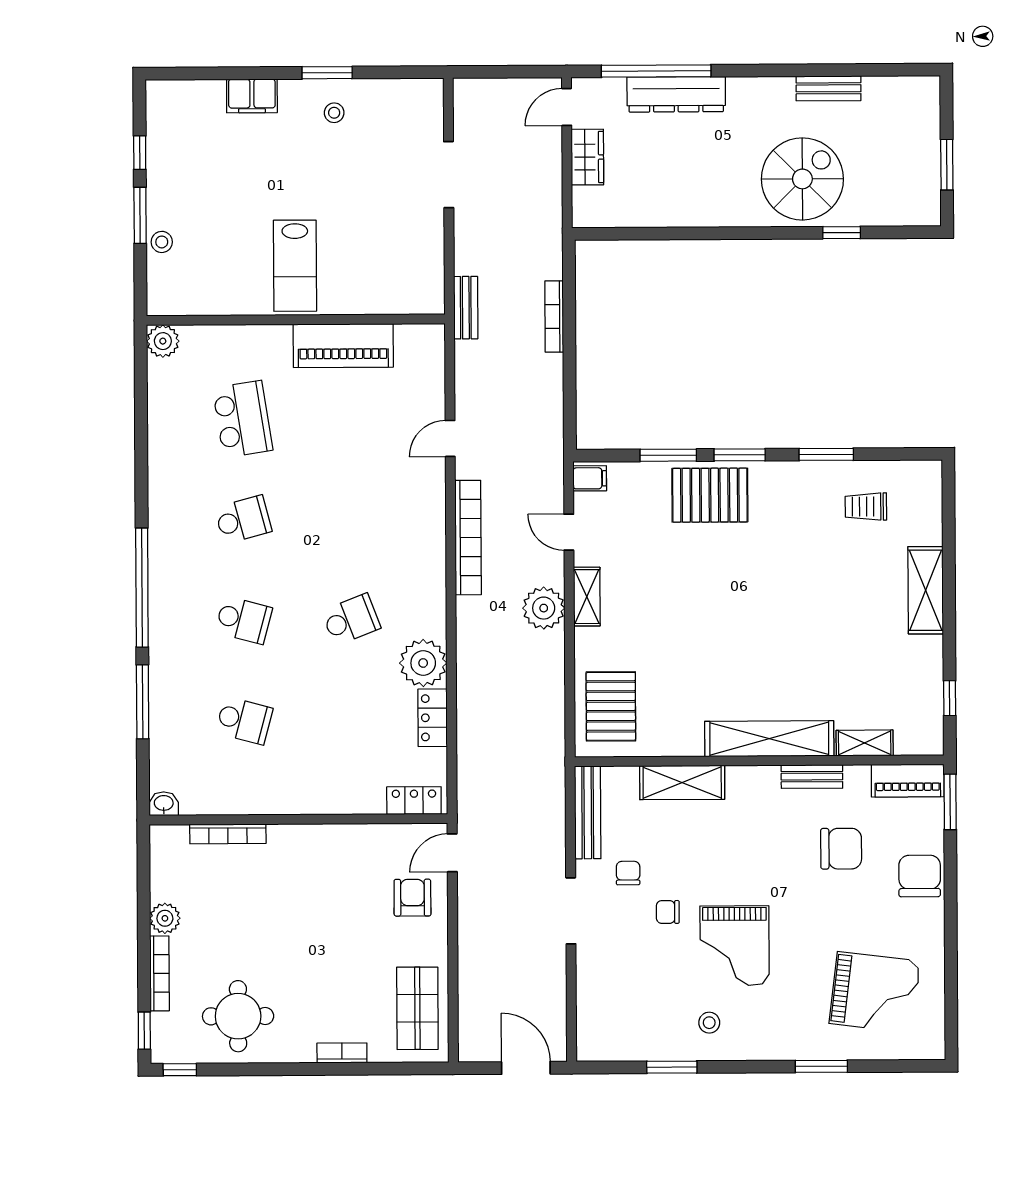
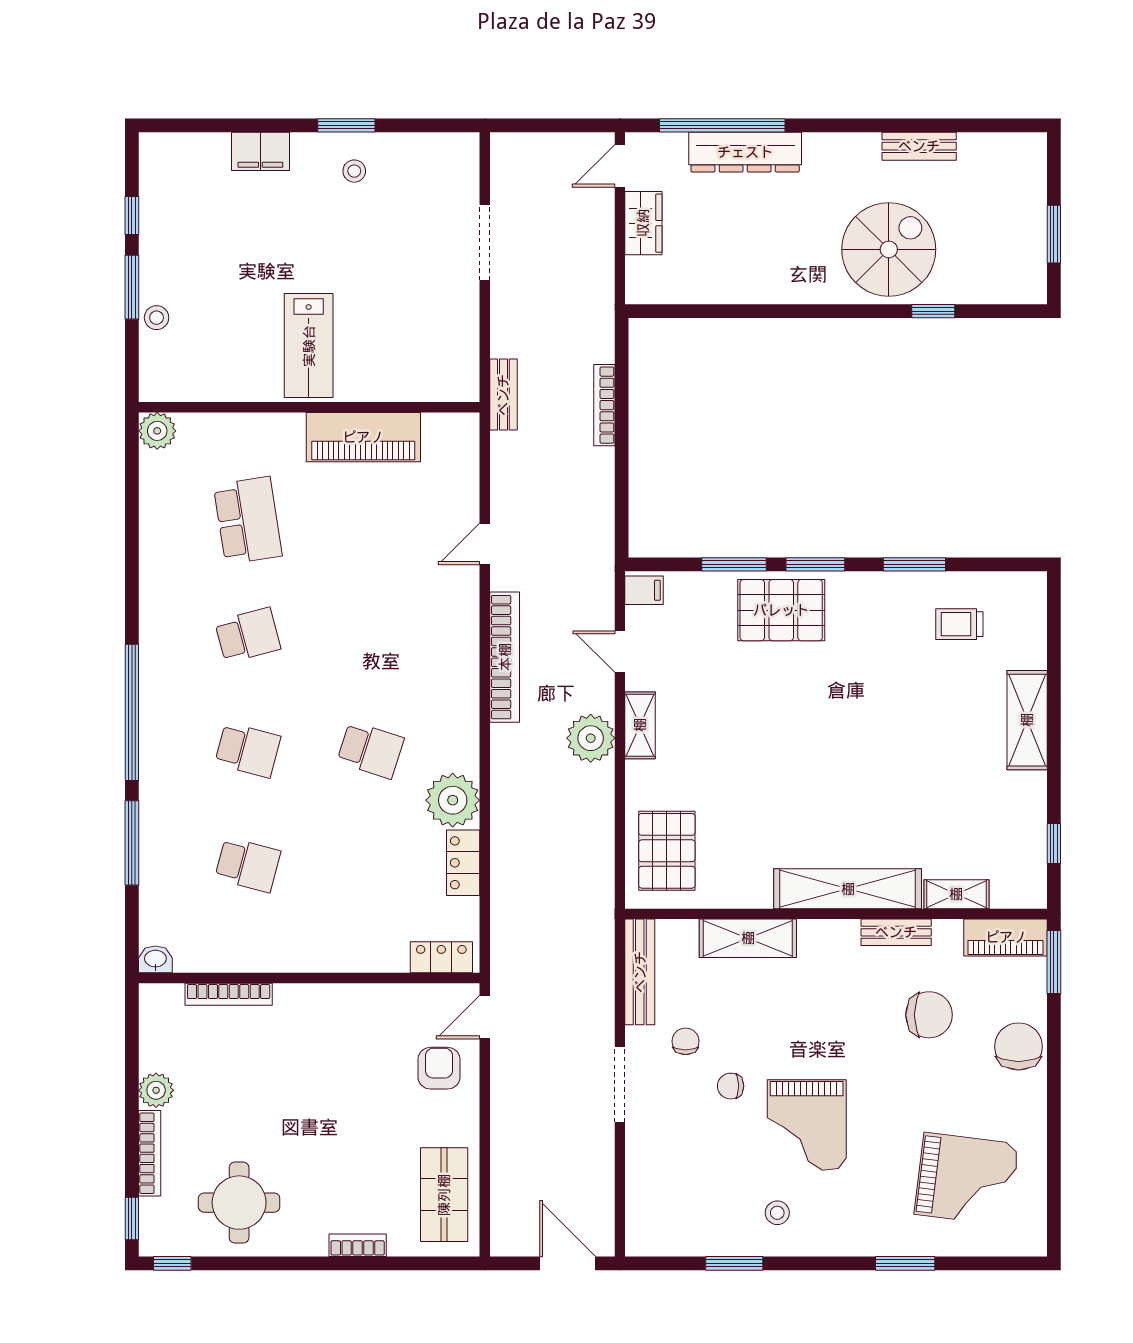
school desk: (351, 619) -> (371, 750), turned 39

